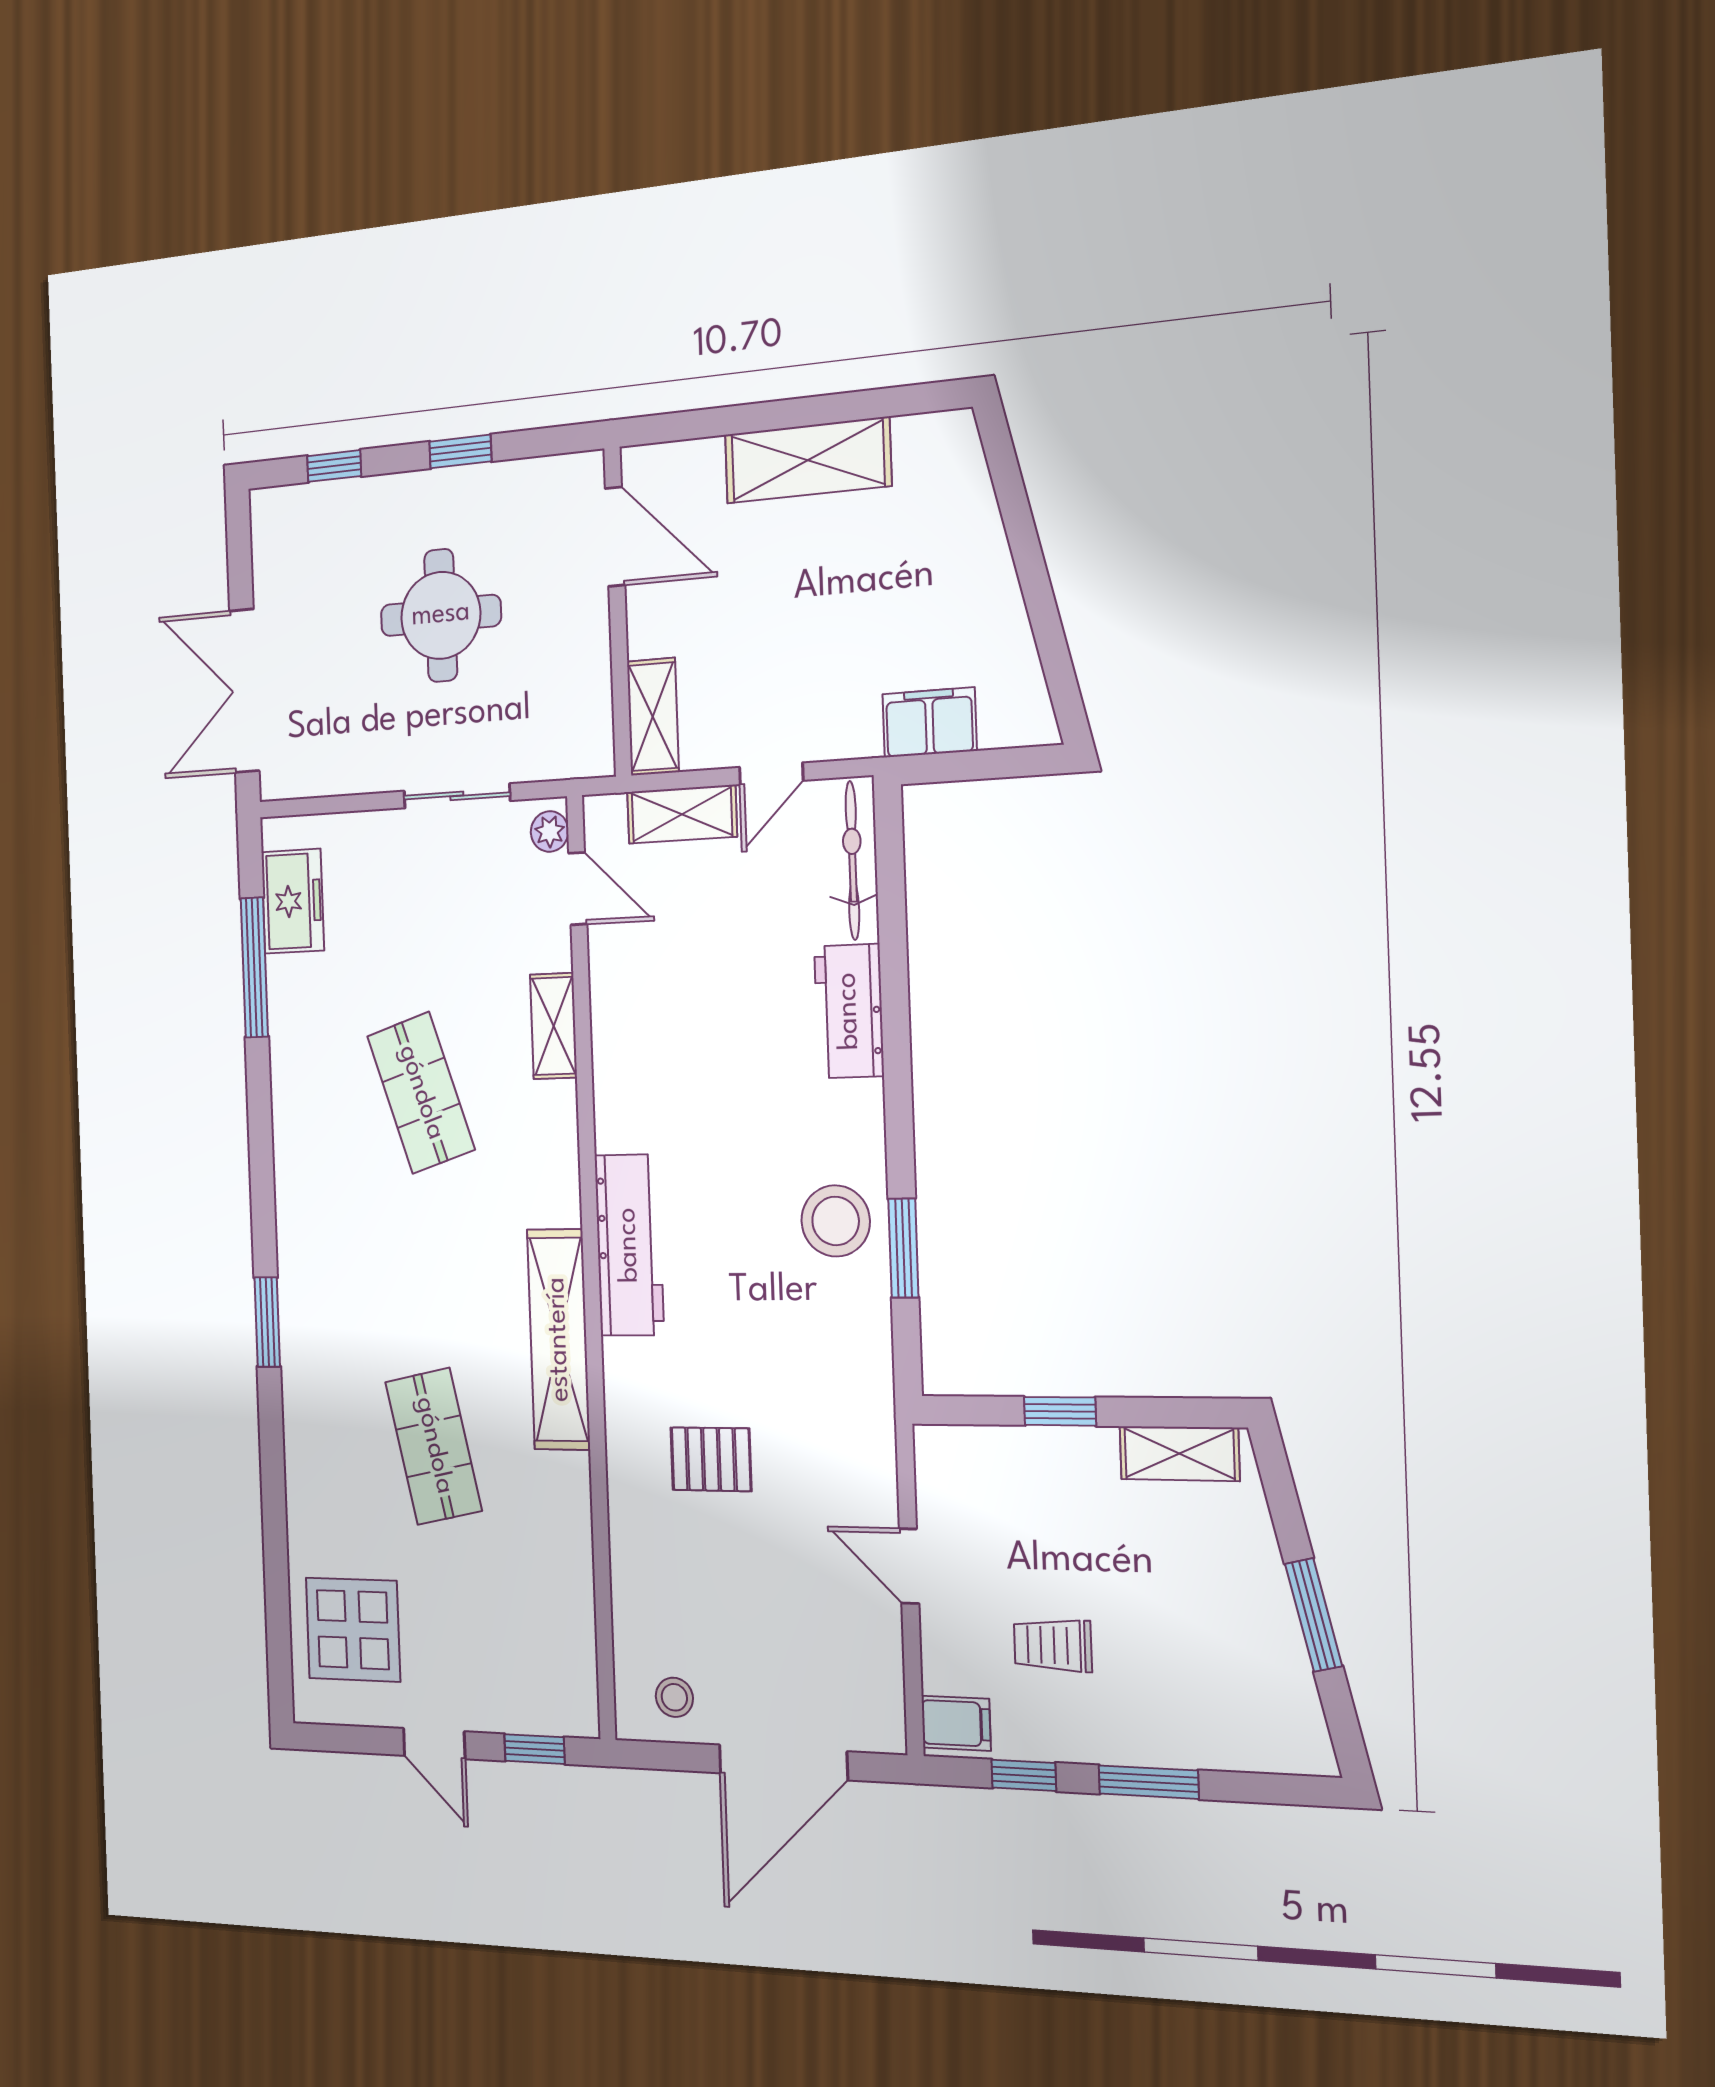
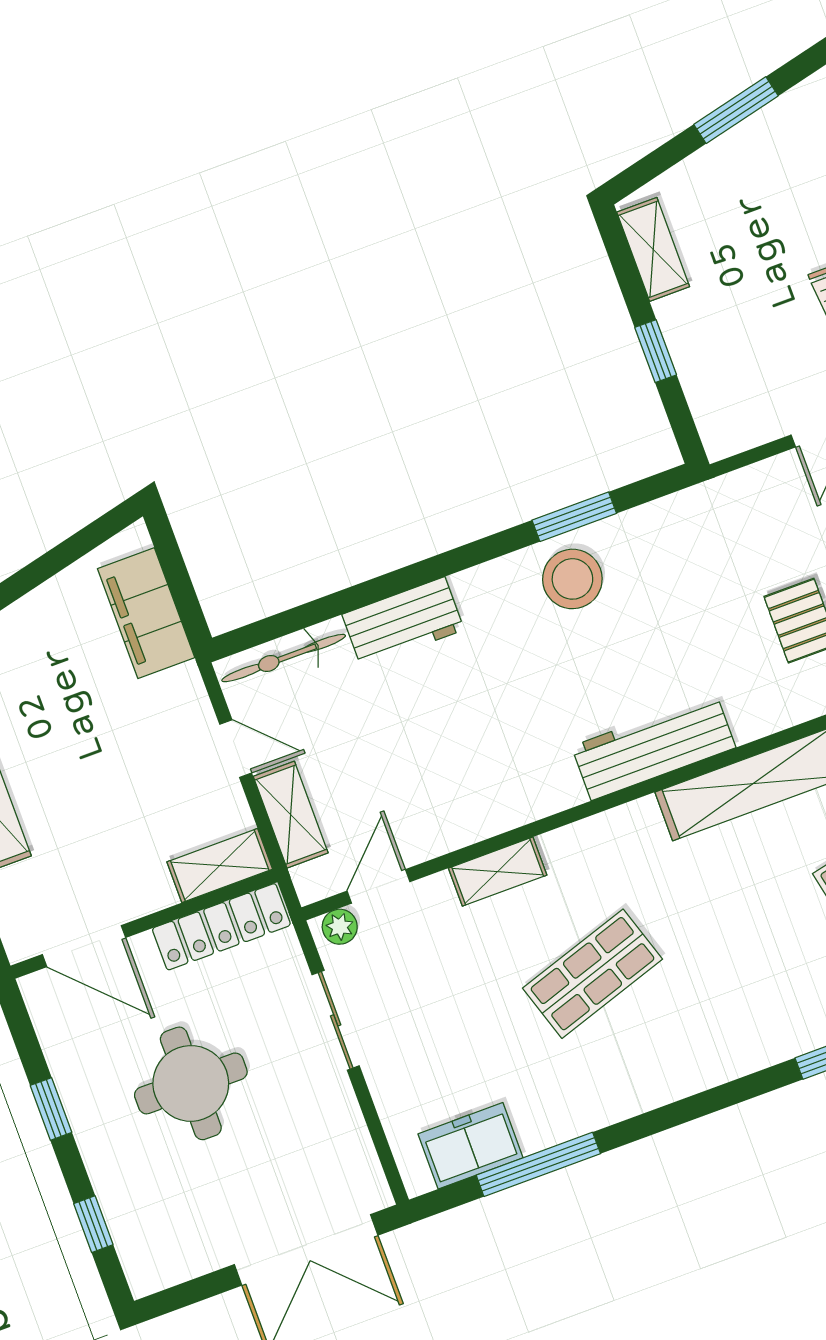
door: (615, 537) -> (84, 946), swing flipped
locker: (589, 699) -> (221, 927), added
filing cabinet: (929, 722) -> (146, 613), width x1.50, depth x1.17

